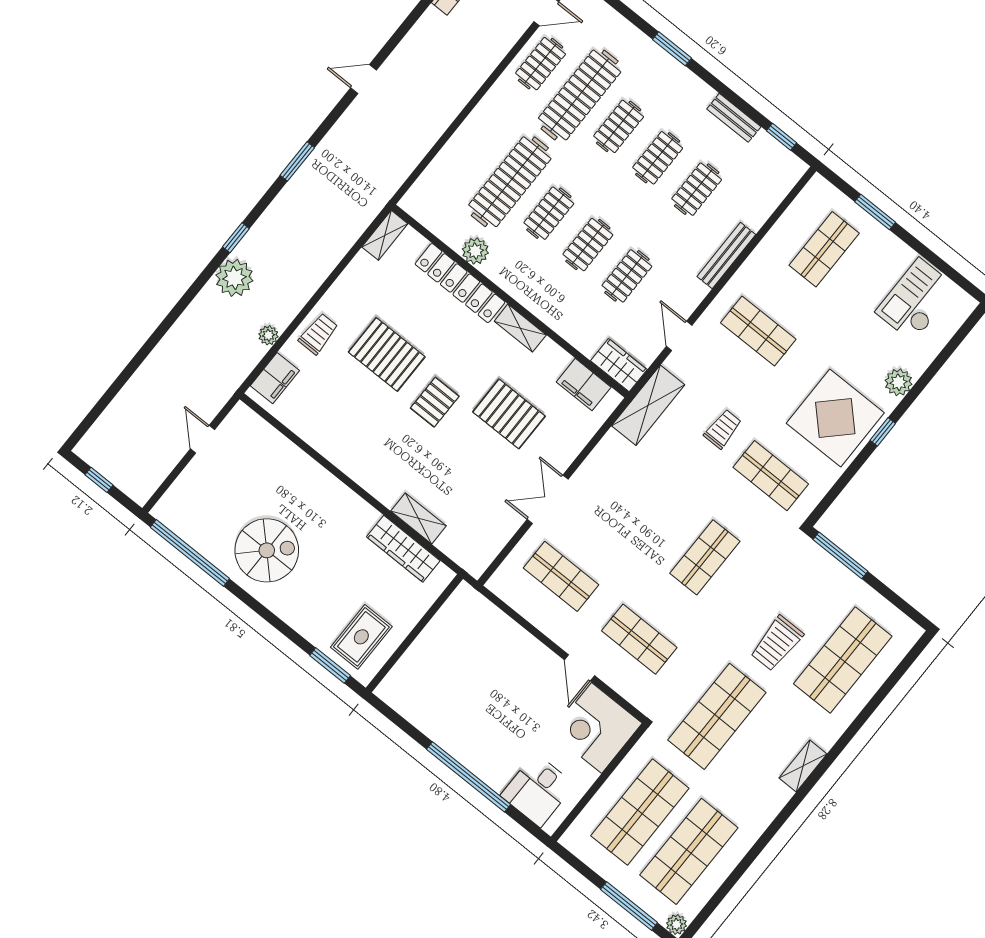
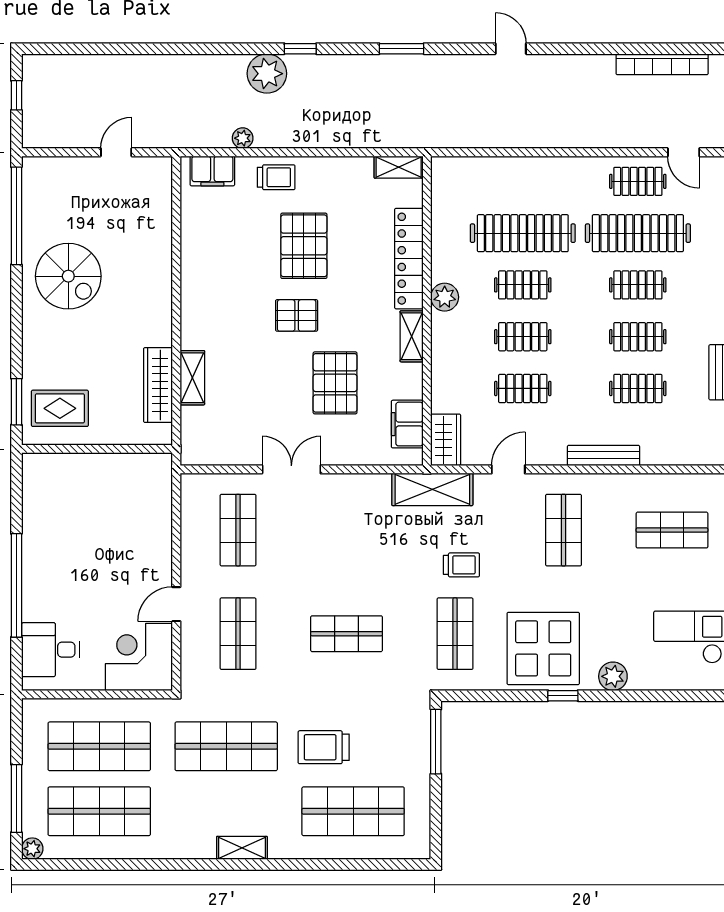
plant: (475, 251) -> (445, 297), moved

